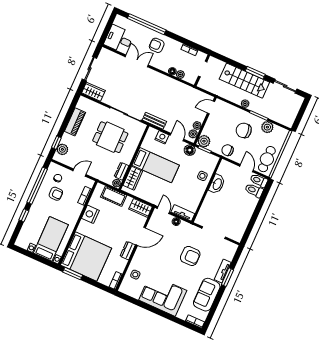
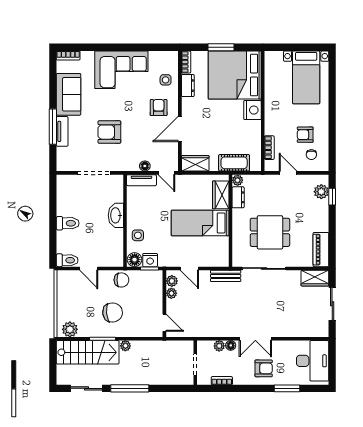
window: (147, 24) -> (287, 388), width x0.47
desk: (119, 39) -> (313, 361), width x1.37
double door: (137, 61) -> (255, 339), moved
window: (255, 73) -> (130, 388), width x1.44
stairs: (244, 81) -> (88, 352), moved, turned 180
door: (211, 107) -> (164, 323), hinge flipped
piano: (75, 122) -> (321, 250), moved
plant: (267, 127) -> (70, 329), moved
nightstand: (162, 137) -> (150, 260), moved
plant: (204, 141) -> (155, 278), removed
floor lamp: (190, 150) -> (135, 260), moved
cafe table: (267, 159) -> (69, 290), removed
door: (79, 173) -> (288, 173), swing flipped
washbasin: (217, 184) -> (116, 215), moved
window: (37, 186) -> (332, 134), removed
toilet: (254, 190) -> (68, 223), moved
nightstand: (90, 214) -> (252, 110), moved
window: (24, 215) -> (332, 91), removed
bed with nightstands: (51, 239) -> (306, 77), moved
dresser: (128, 251) -> (188, 86), moved
armchair: (149, 258) -> (159, 108), added
window: (73, 274) -> (221, 47), moved
window: (227, 277) -> (53, 127), width x1.44

